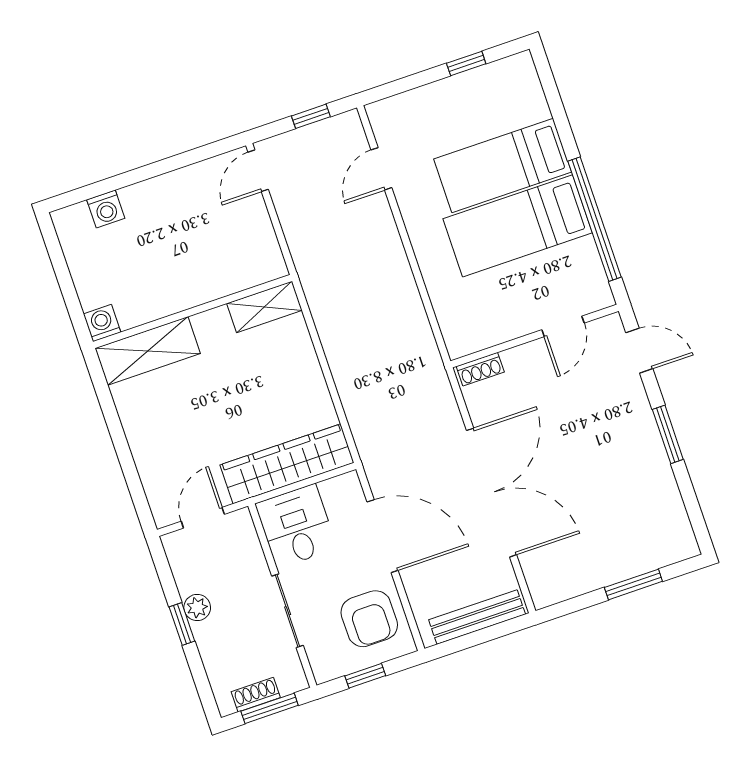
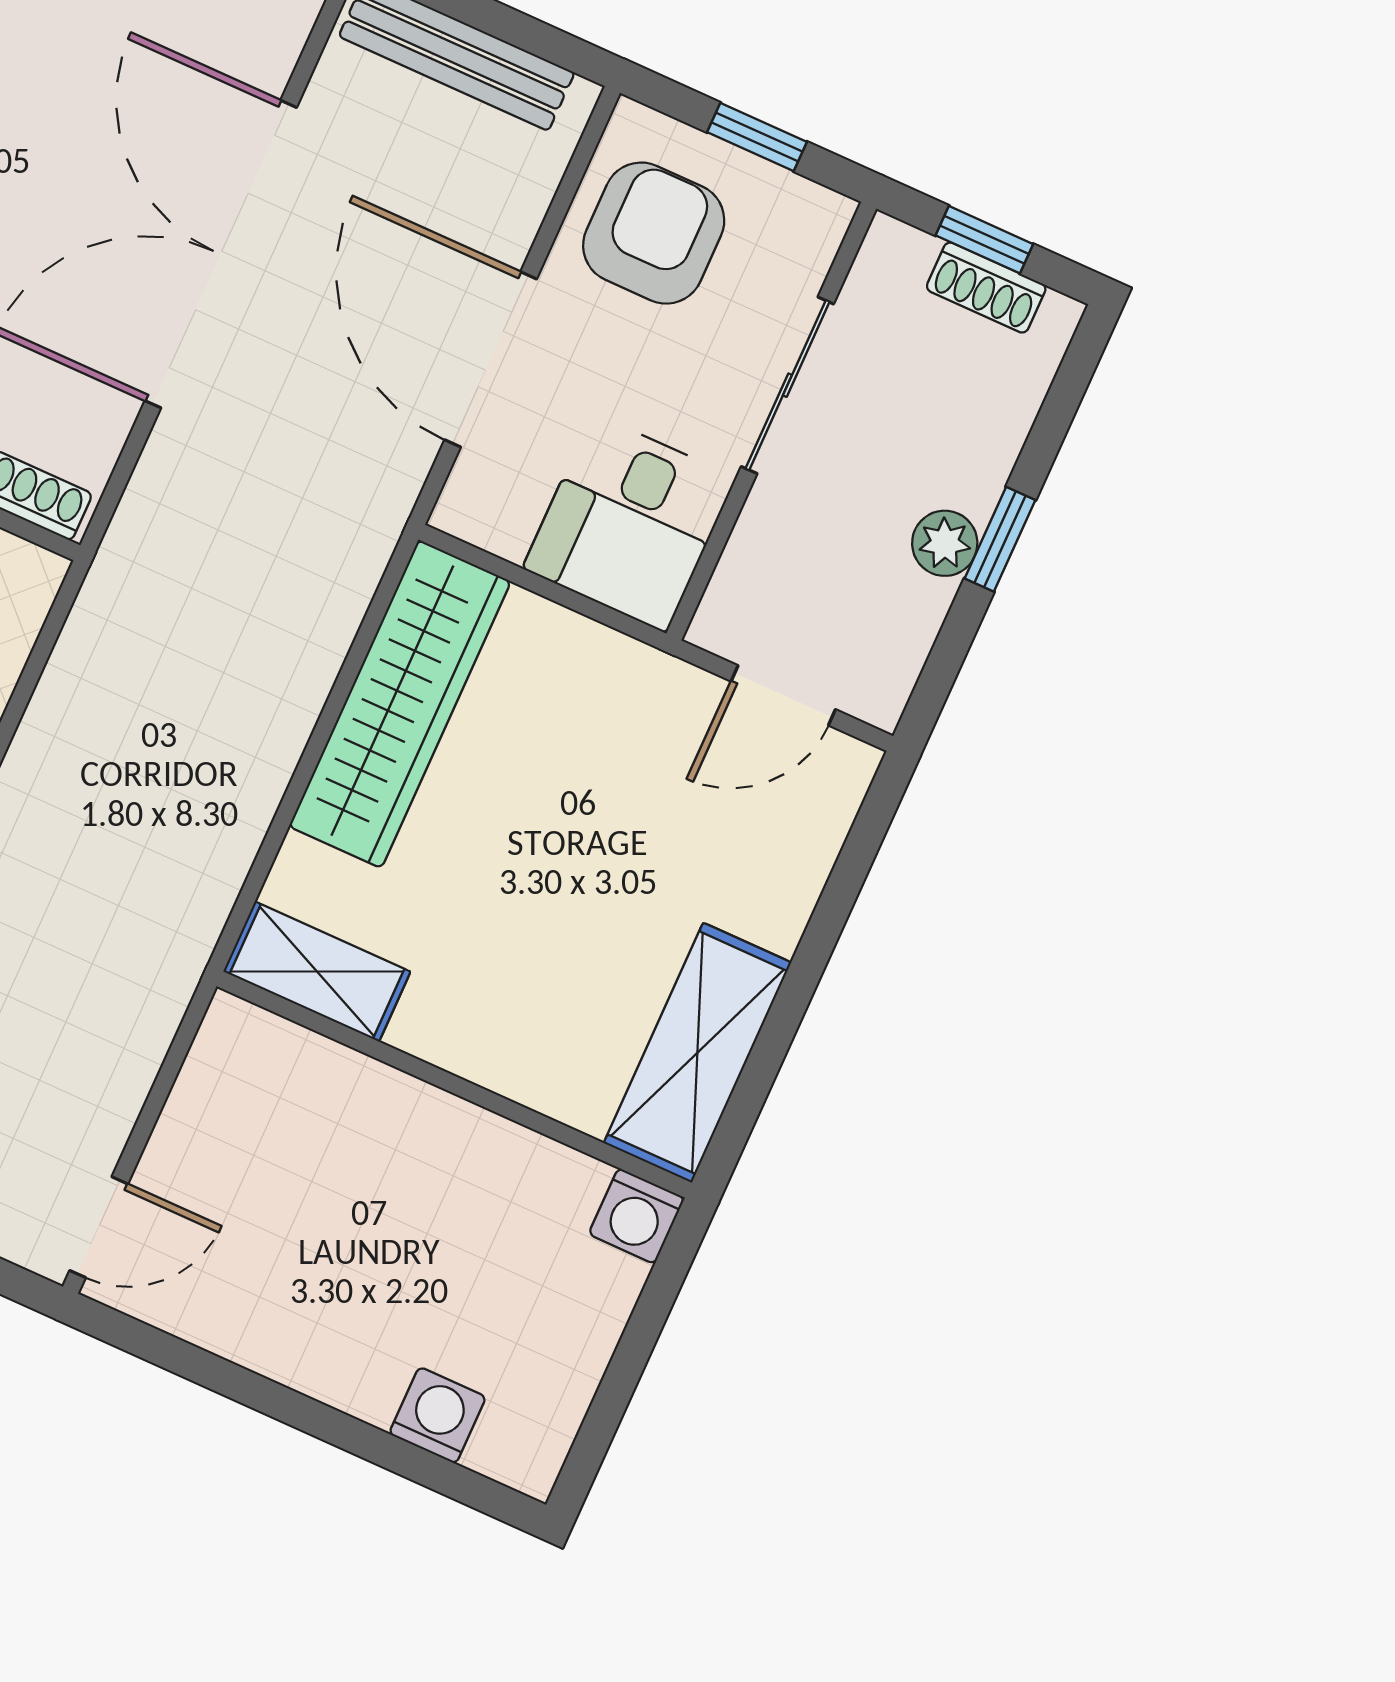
shelving: (148, 351) -> (697, 1053), moved, turned 90
wardrobe: (287, 464) -> (400, 704), moved, turned -90
window: (270, 708) -> (984, 240), width x0.67

